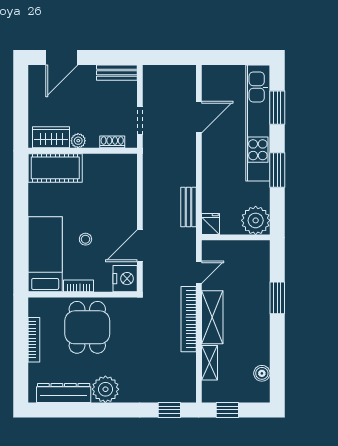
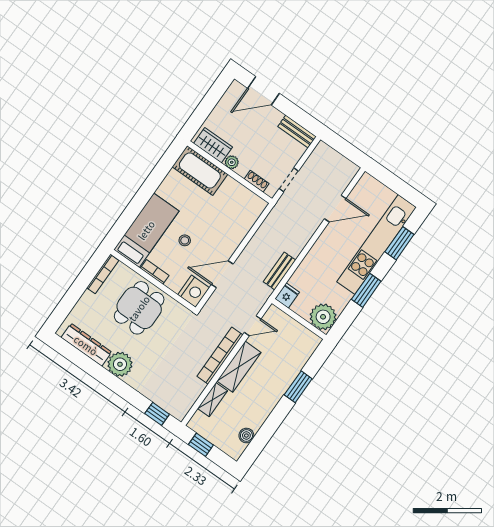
bookcase: (34, 340) -> (103, 274), moved

